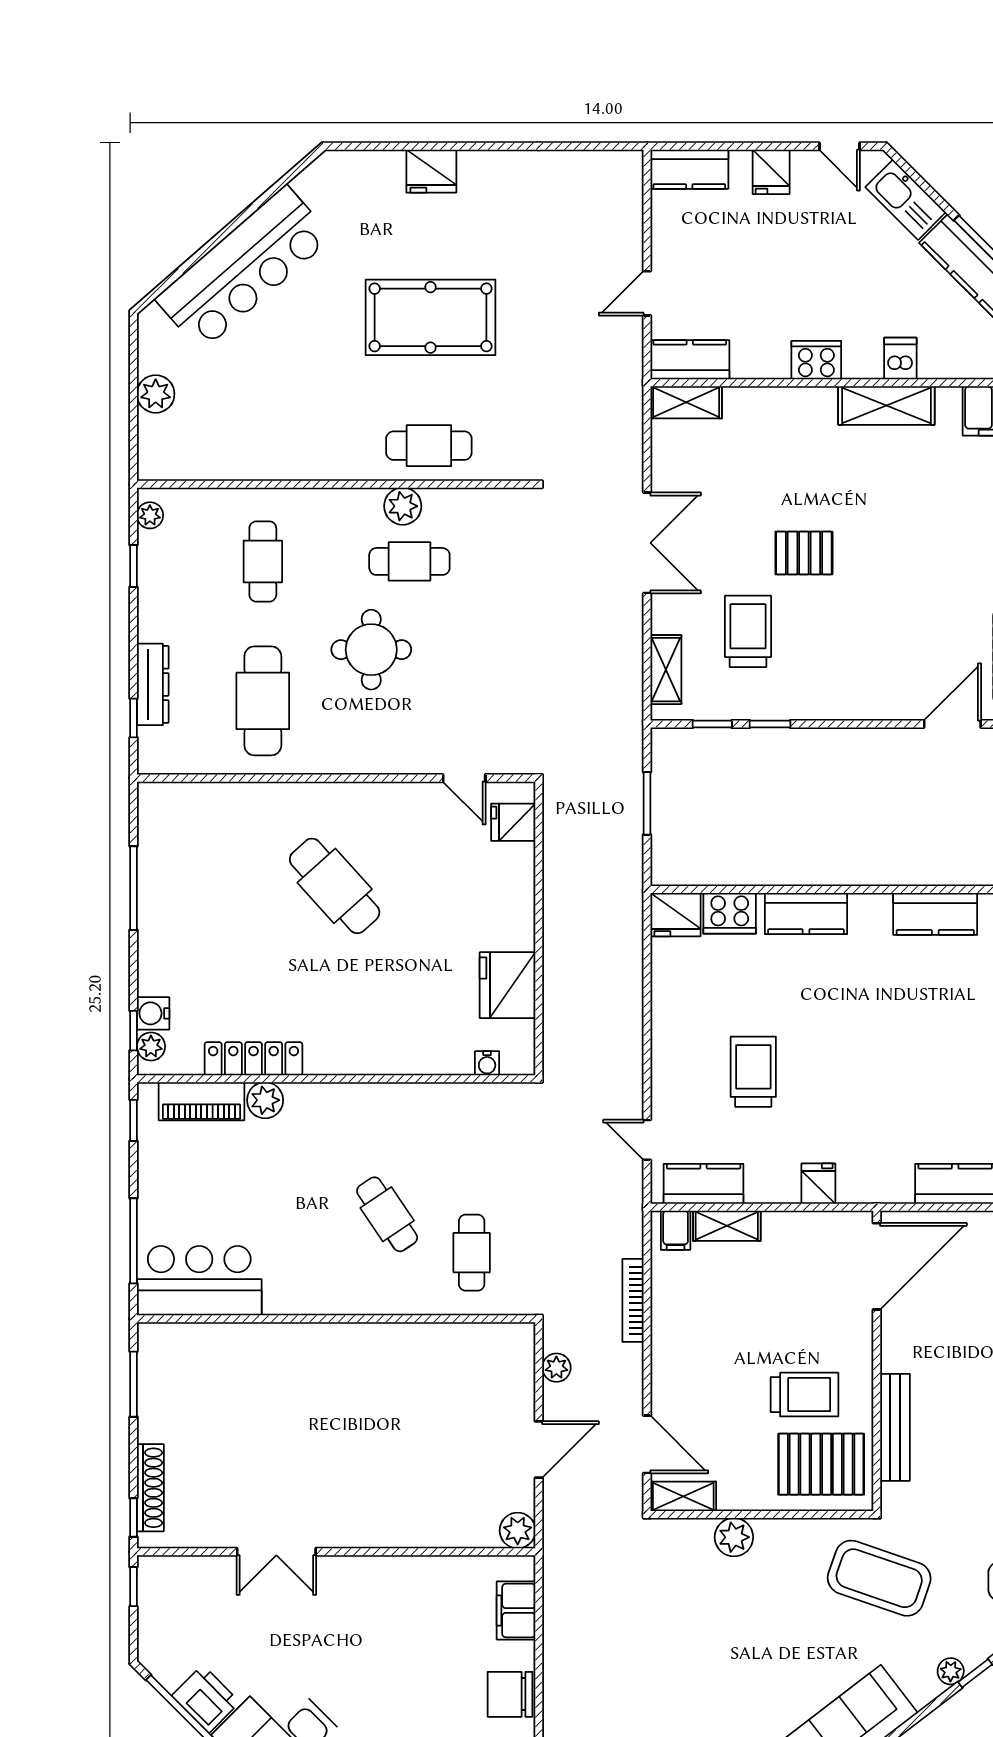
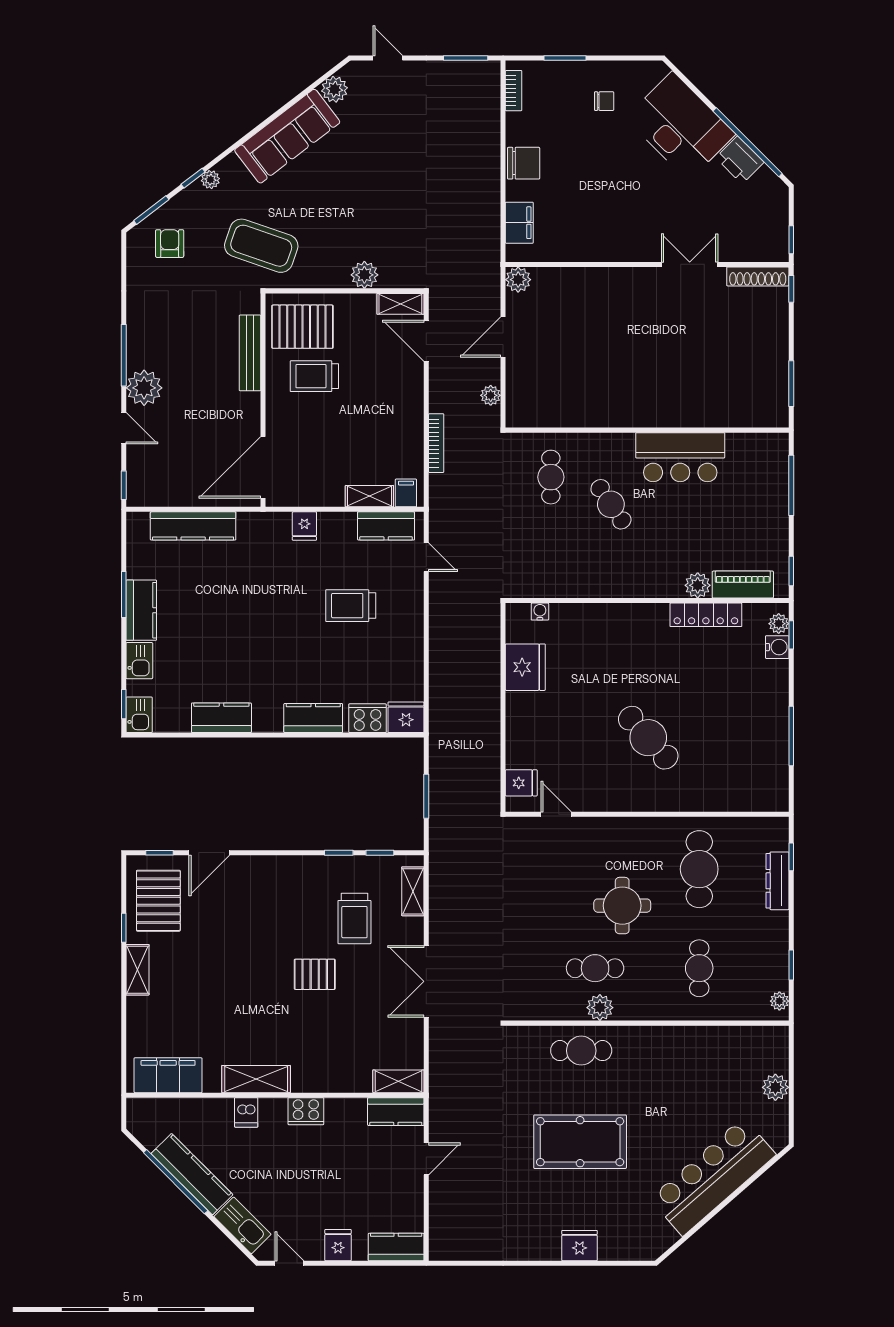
trolley: (753, 1072) -> (351, 606), turned 90
bar counter: (199, 1281) -> (680, 457), moved
shoe rack: (150, 1488) -> (758, 276), moved, turned -90

